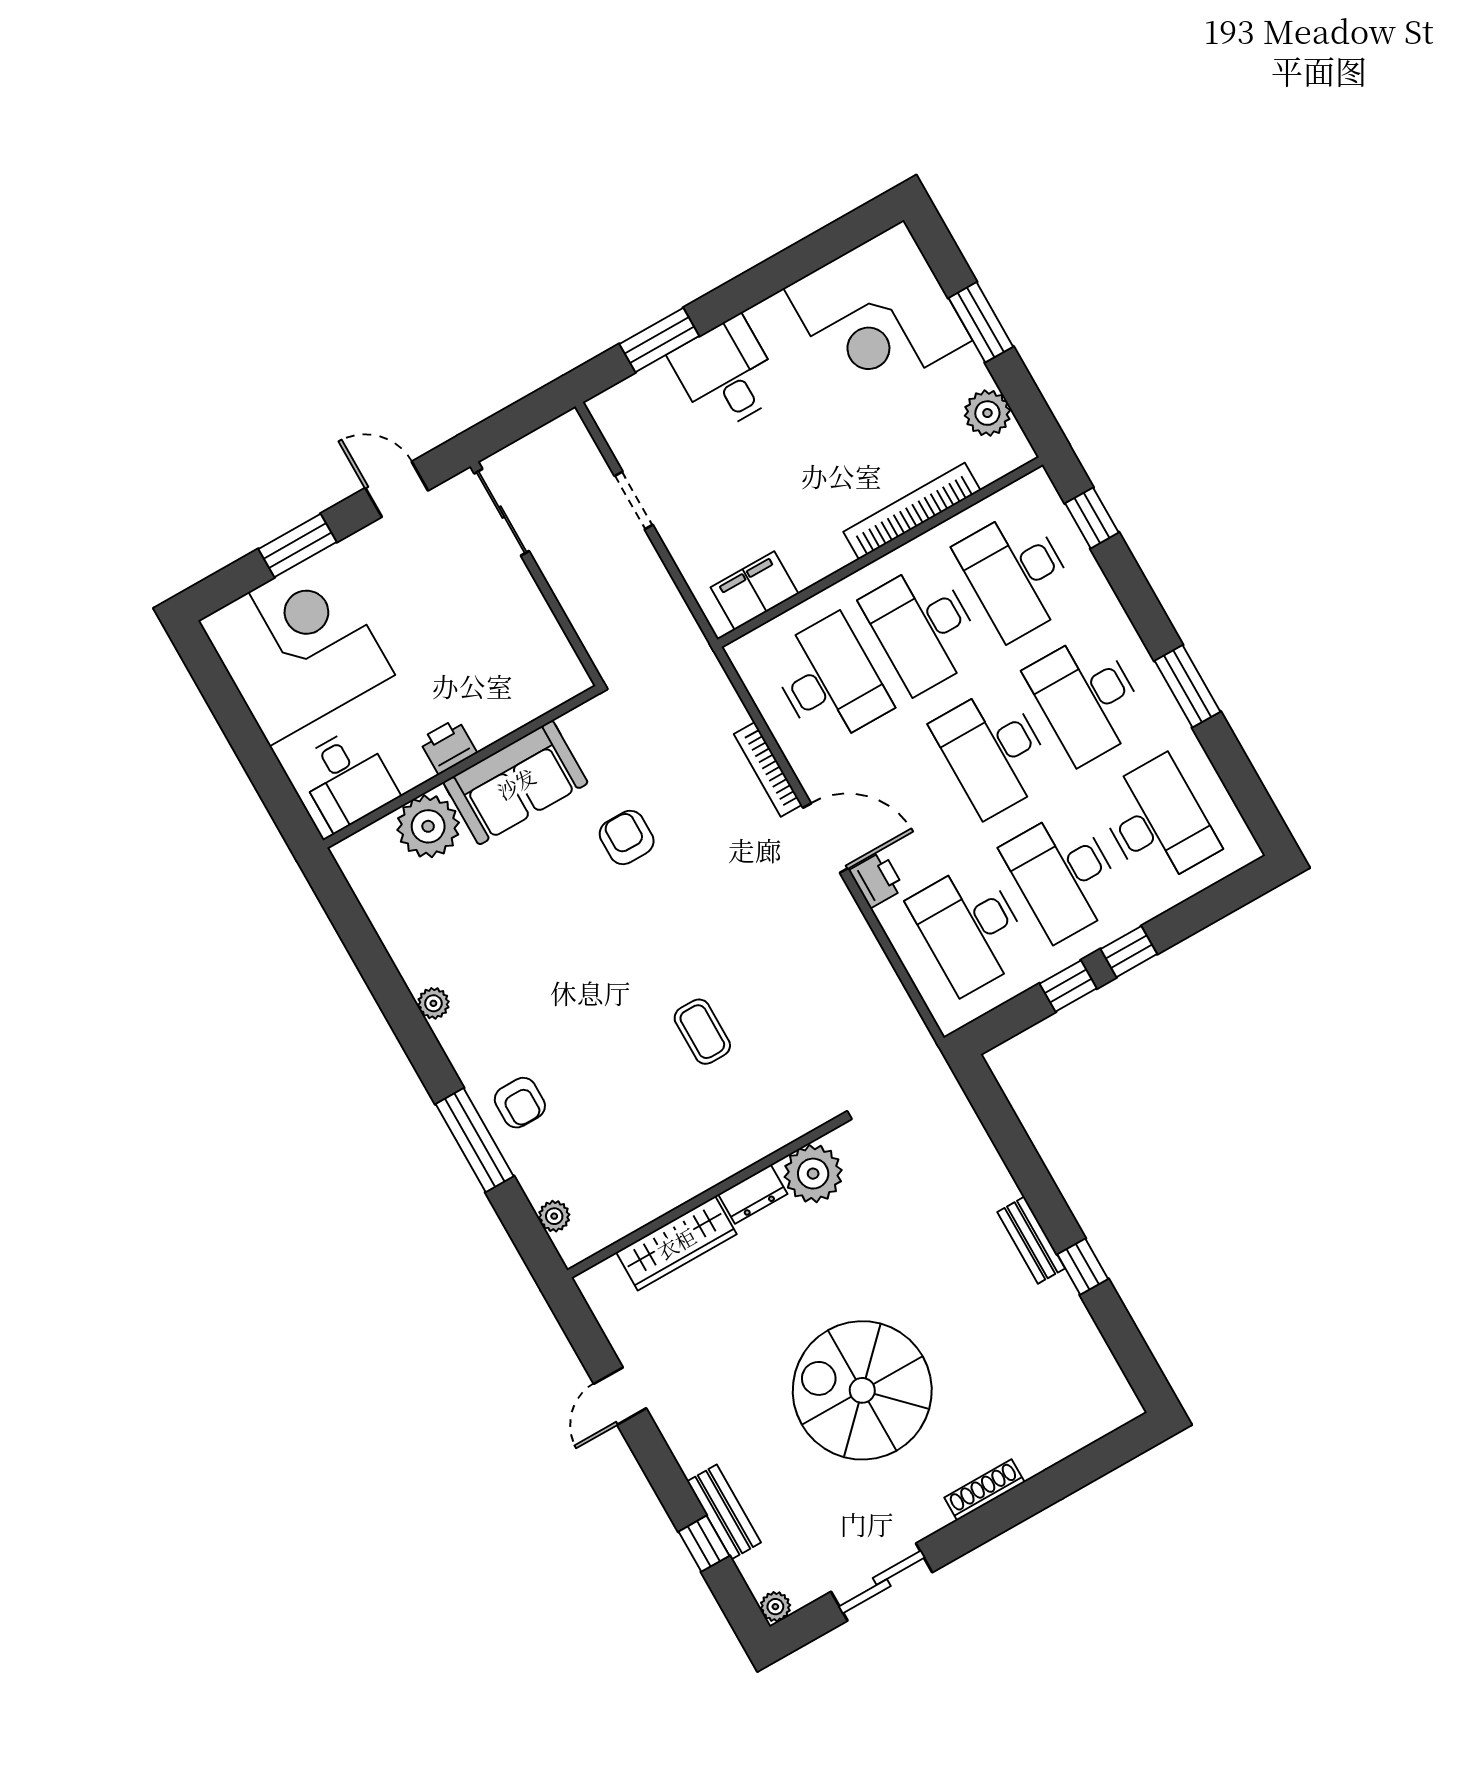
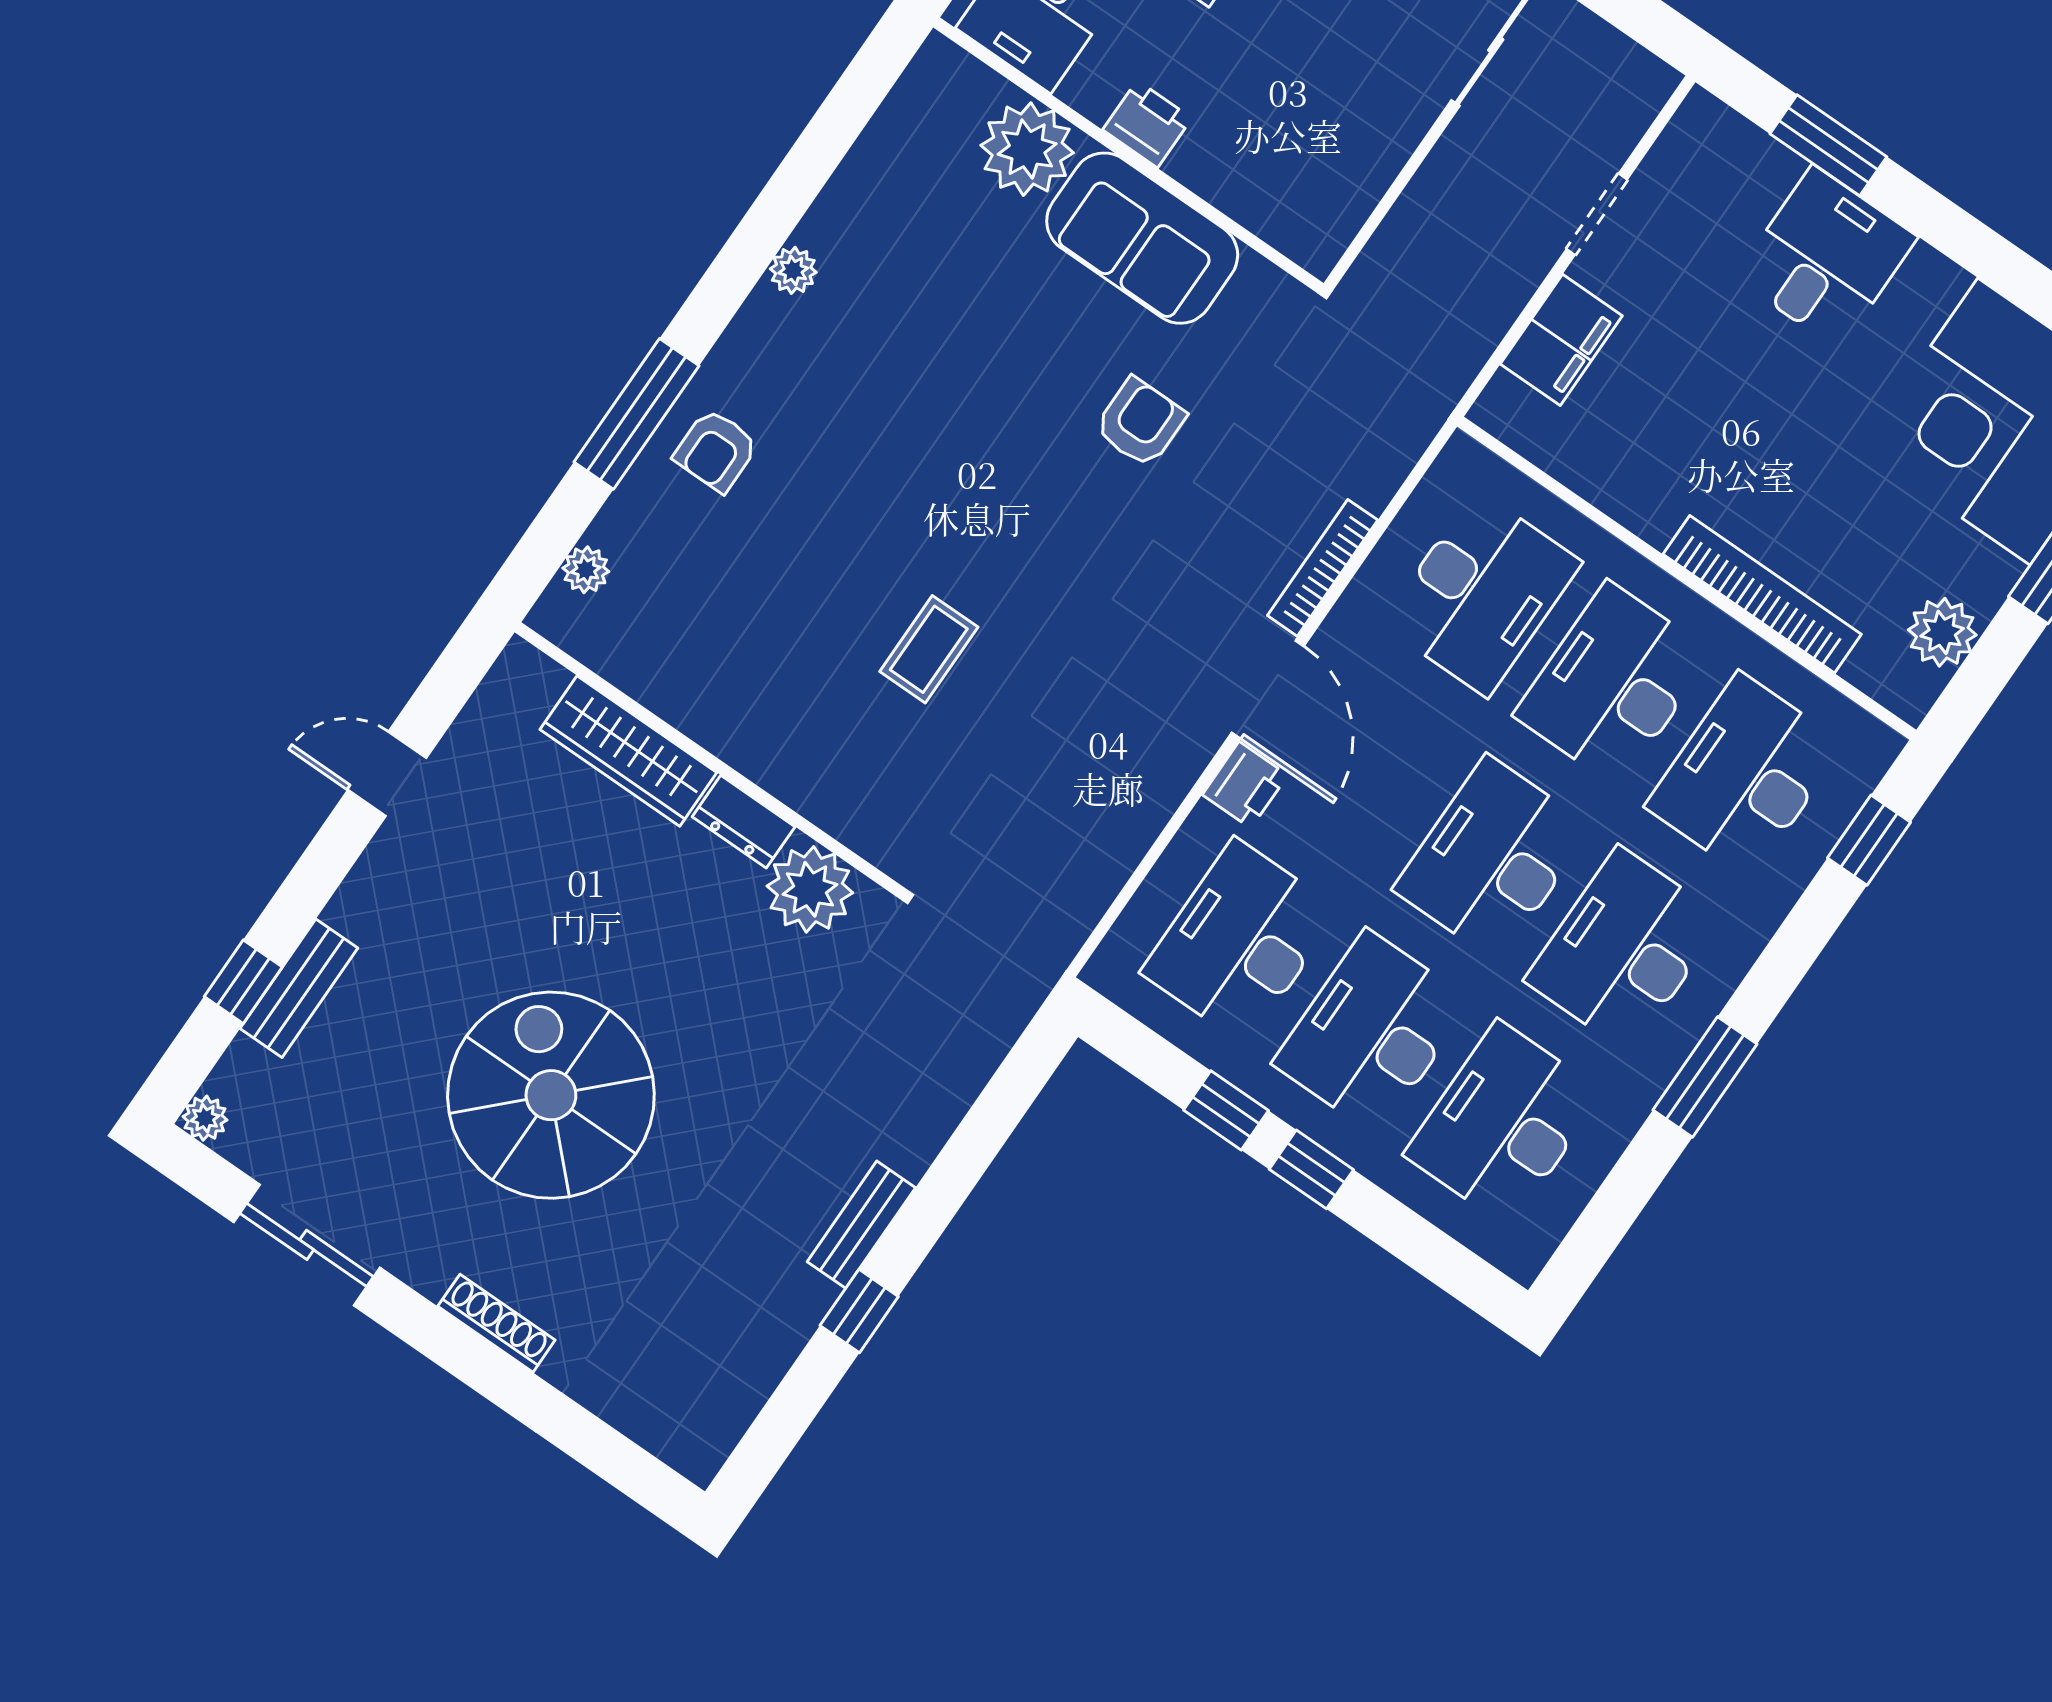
filing cabinet: (755, 591) -> (1561, 340), moved, turned 90
desk: (1157, 822) -> (1504, 1124), turned 180

